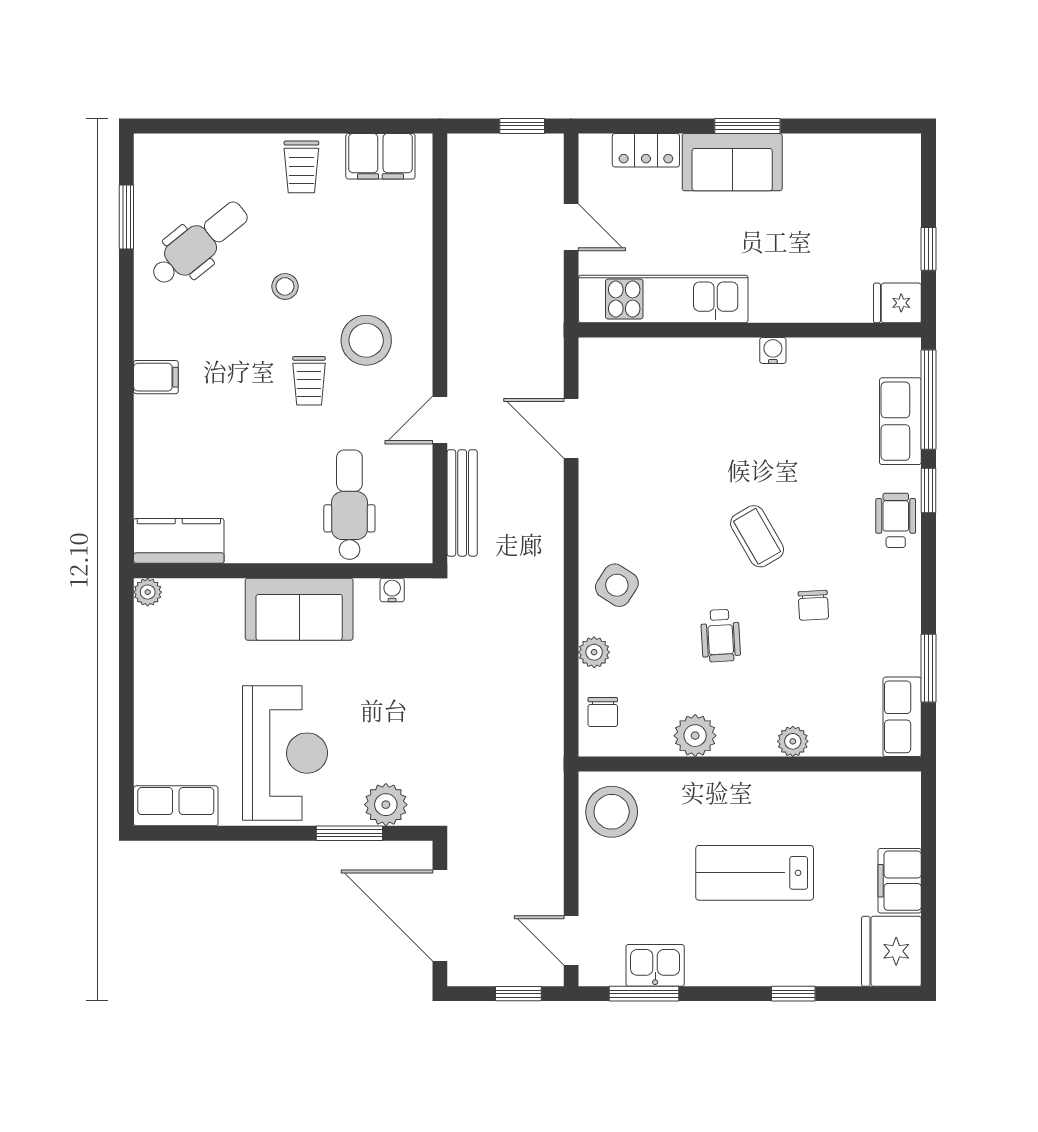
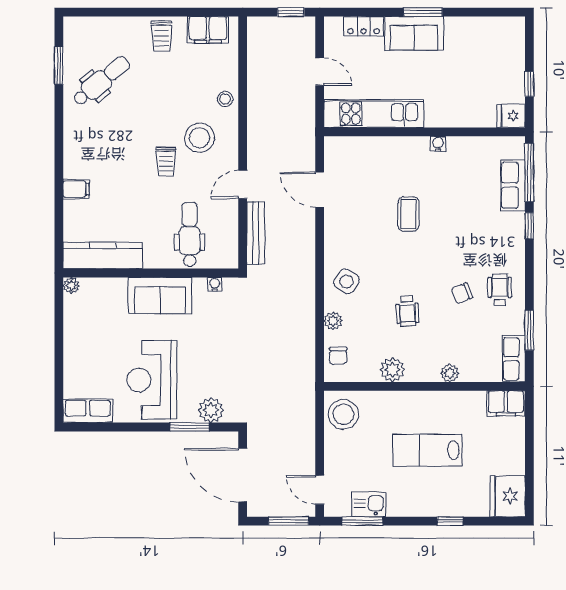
stool: (285, 286) -> (225, 99), moved
filing cabinet: (156, 377) -> (76, 189), moved
wheelchair: (896, 520) -> (500, 290), moved
coffee table: (757, 536) -> (408, 214), moved, turned 30
kitchen counter: (179, 541) -> (103, 255), width x1.50
chair: (813, 605) -> (462, 293), turned 71
reception desk: (285, 753) -> (152, 380), turned 180
filing cabinet: (900, 881) -> (506, 403), moved, turned -90
window: (518, 994) -> (289, 521), width x1.50

